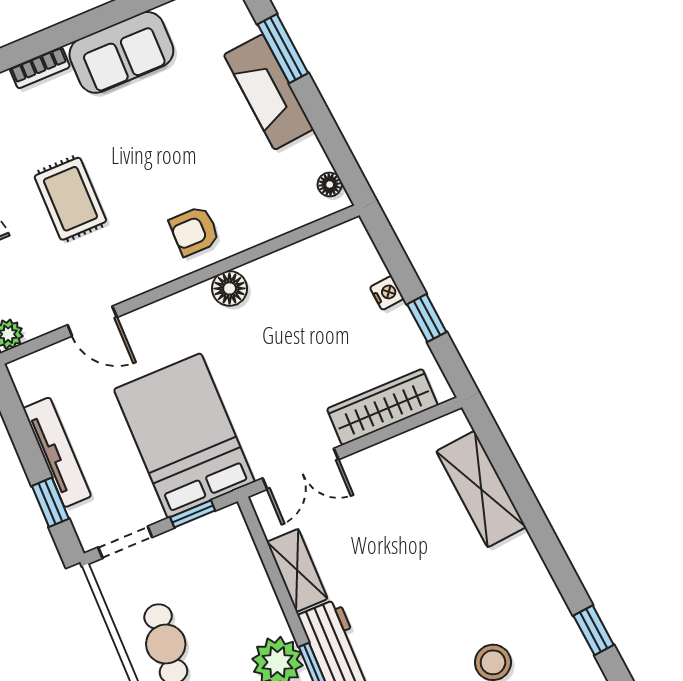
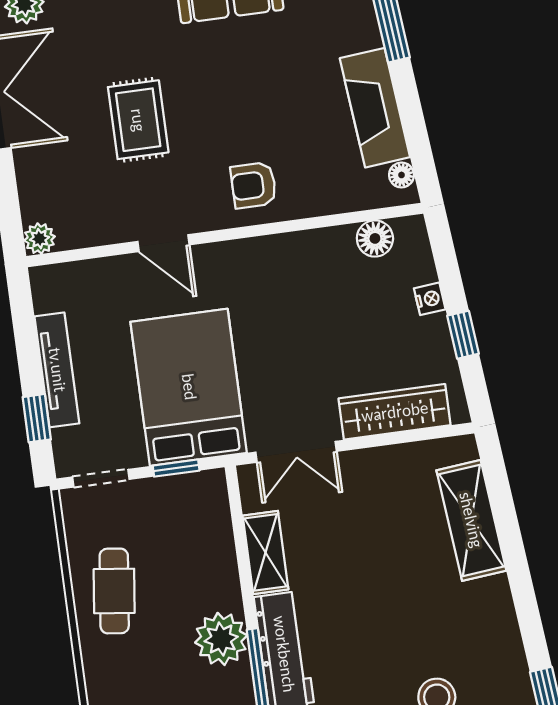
fireplace: (269, 92) -> (375, 108), moved
floor lamp: (230, 288) -> (375, 238), moved
door: (92, 321) -> (164, 243), moved

